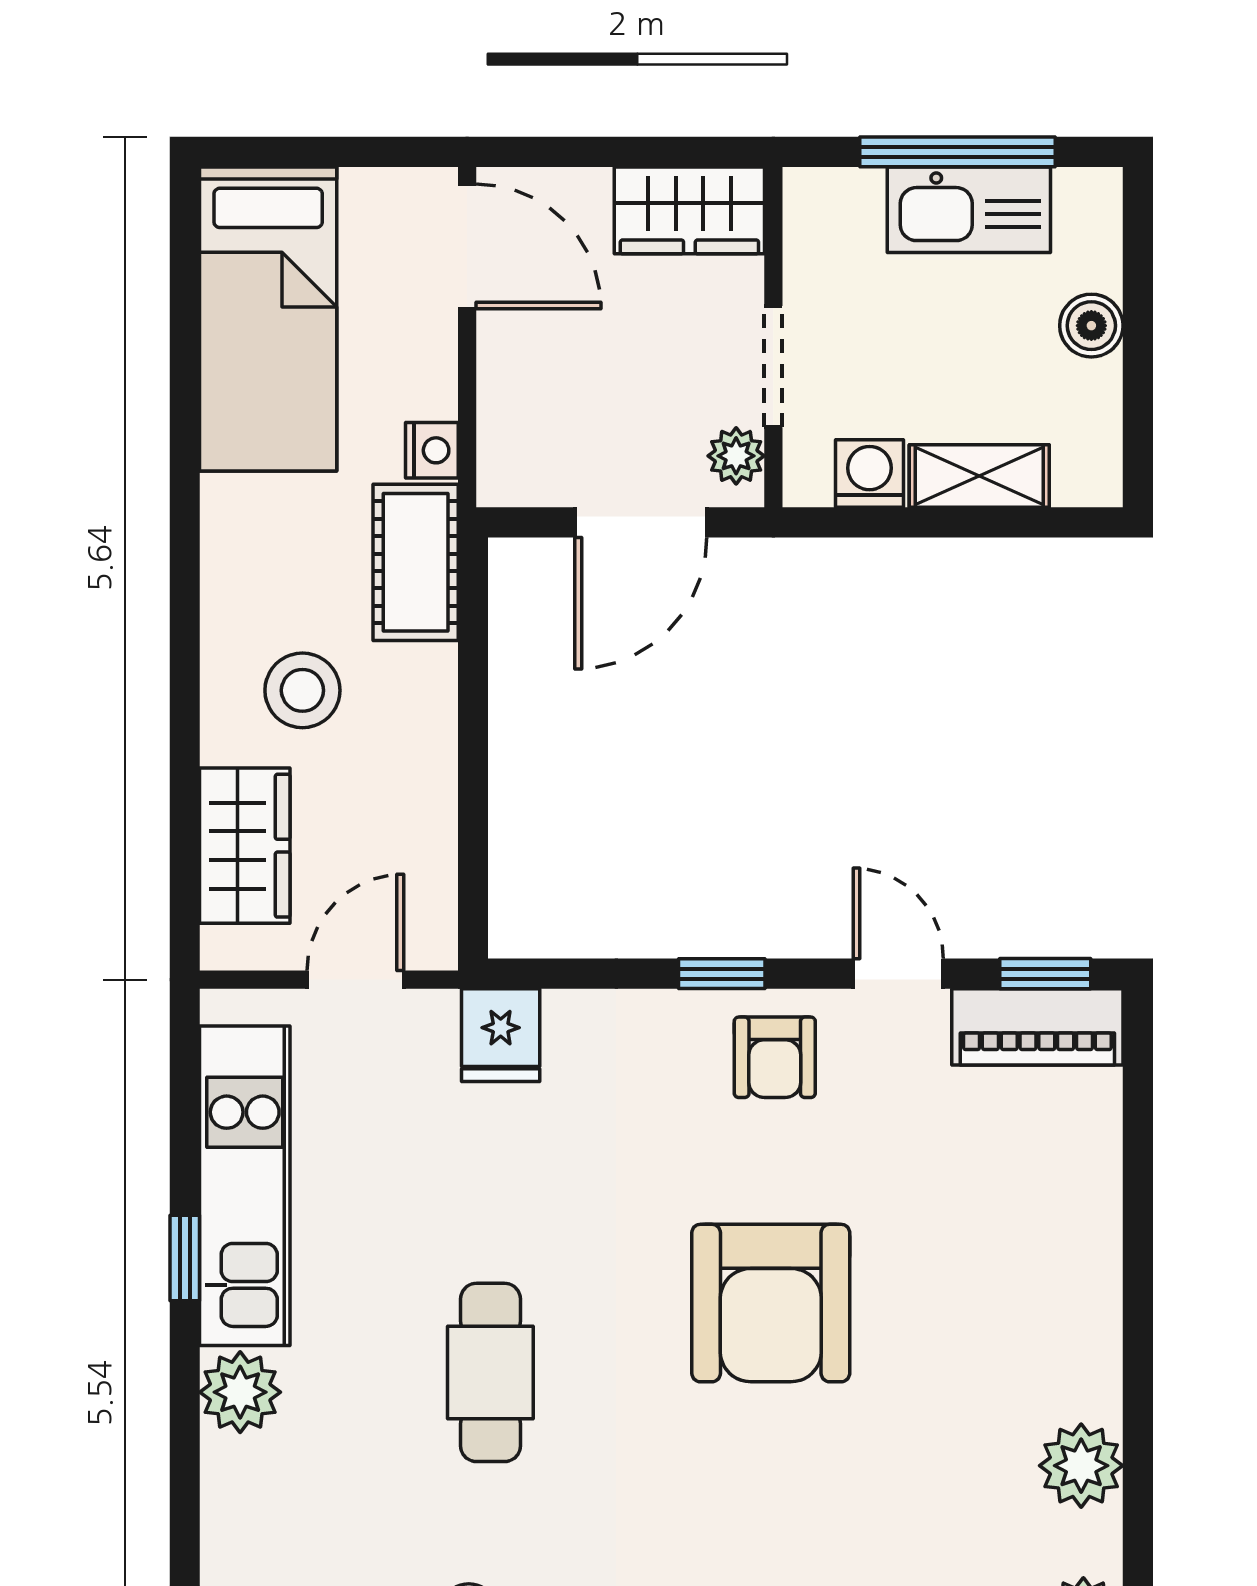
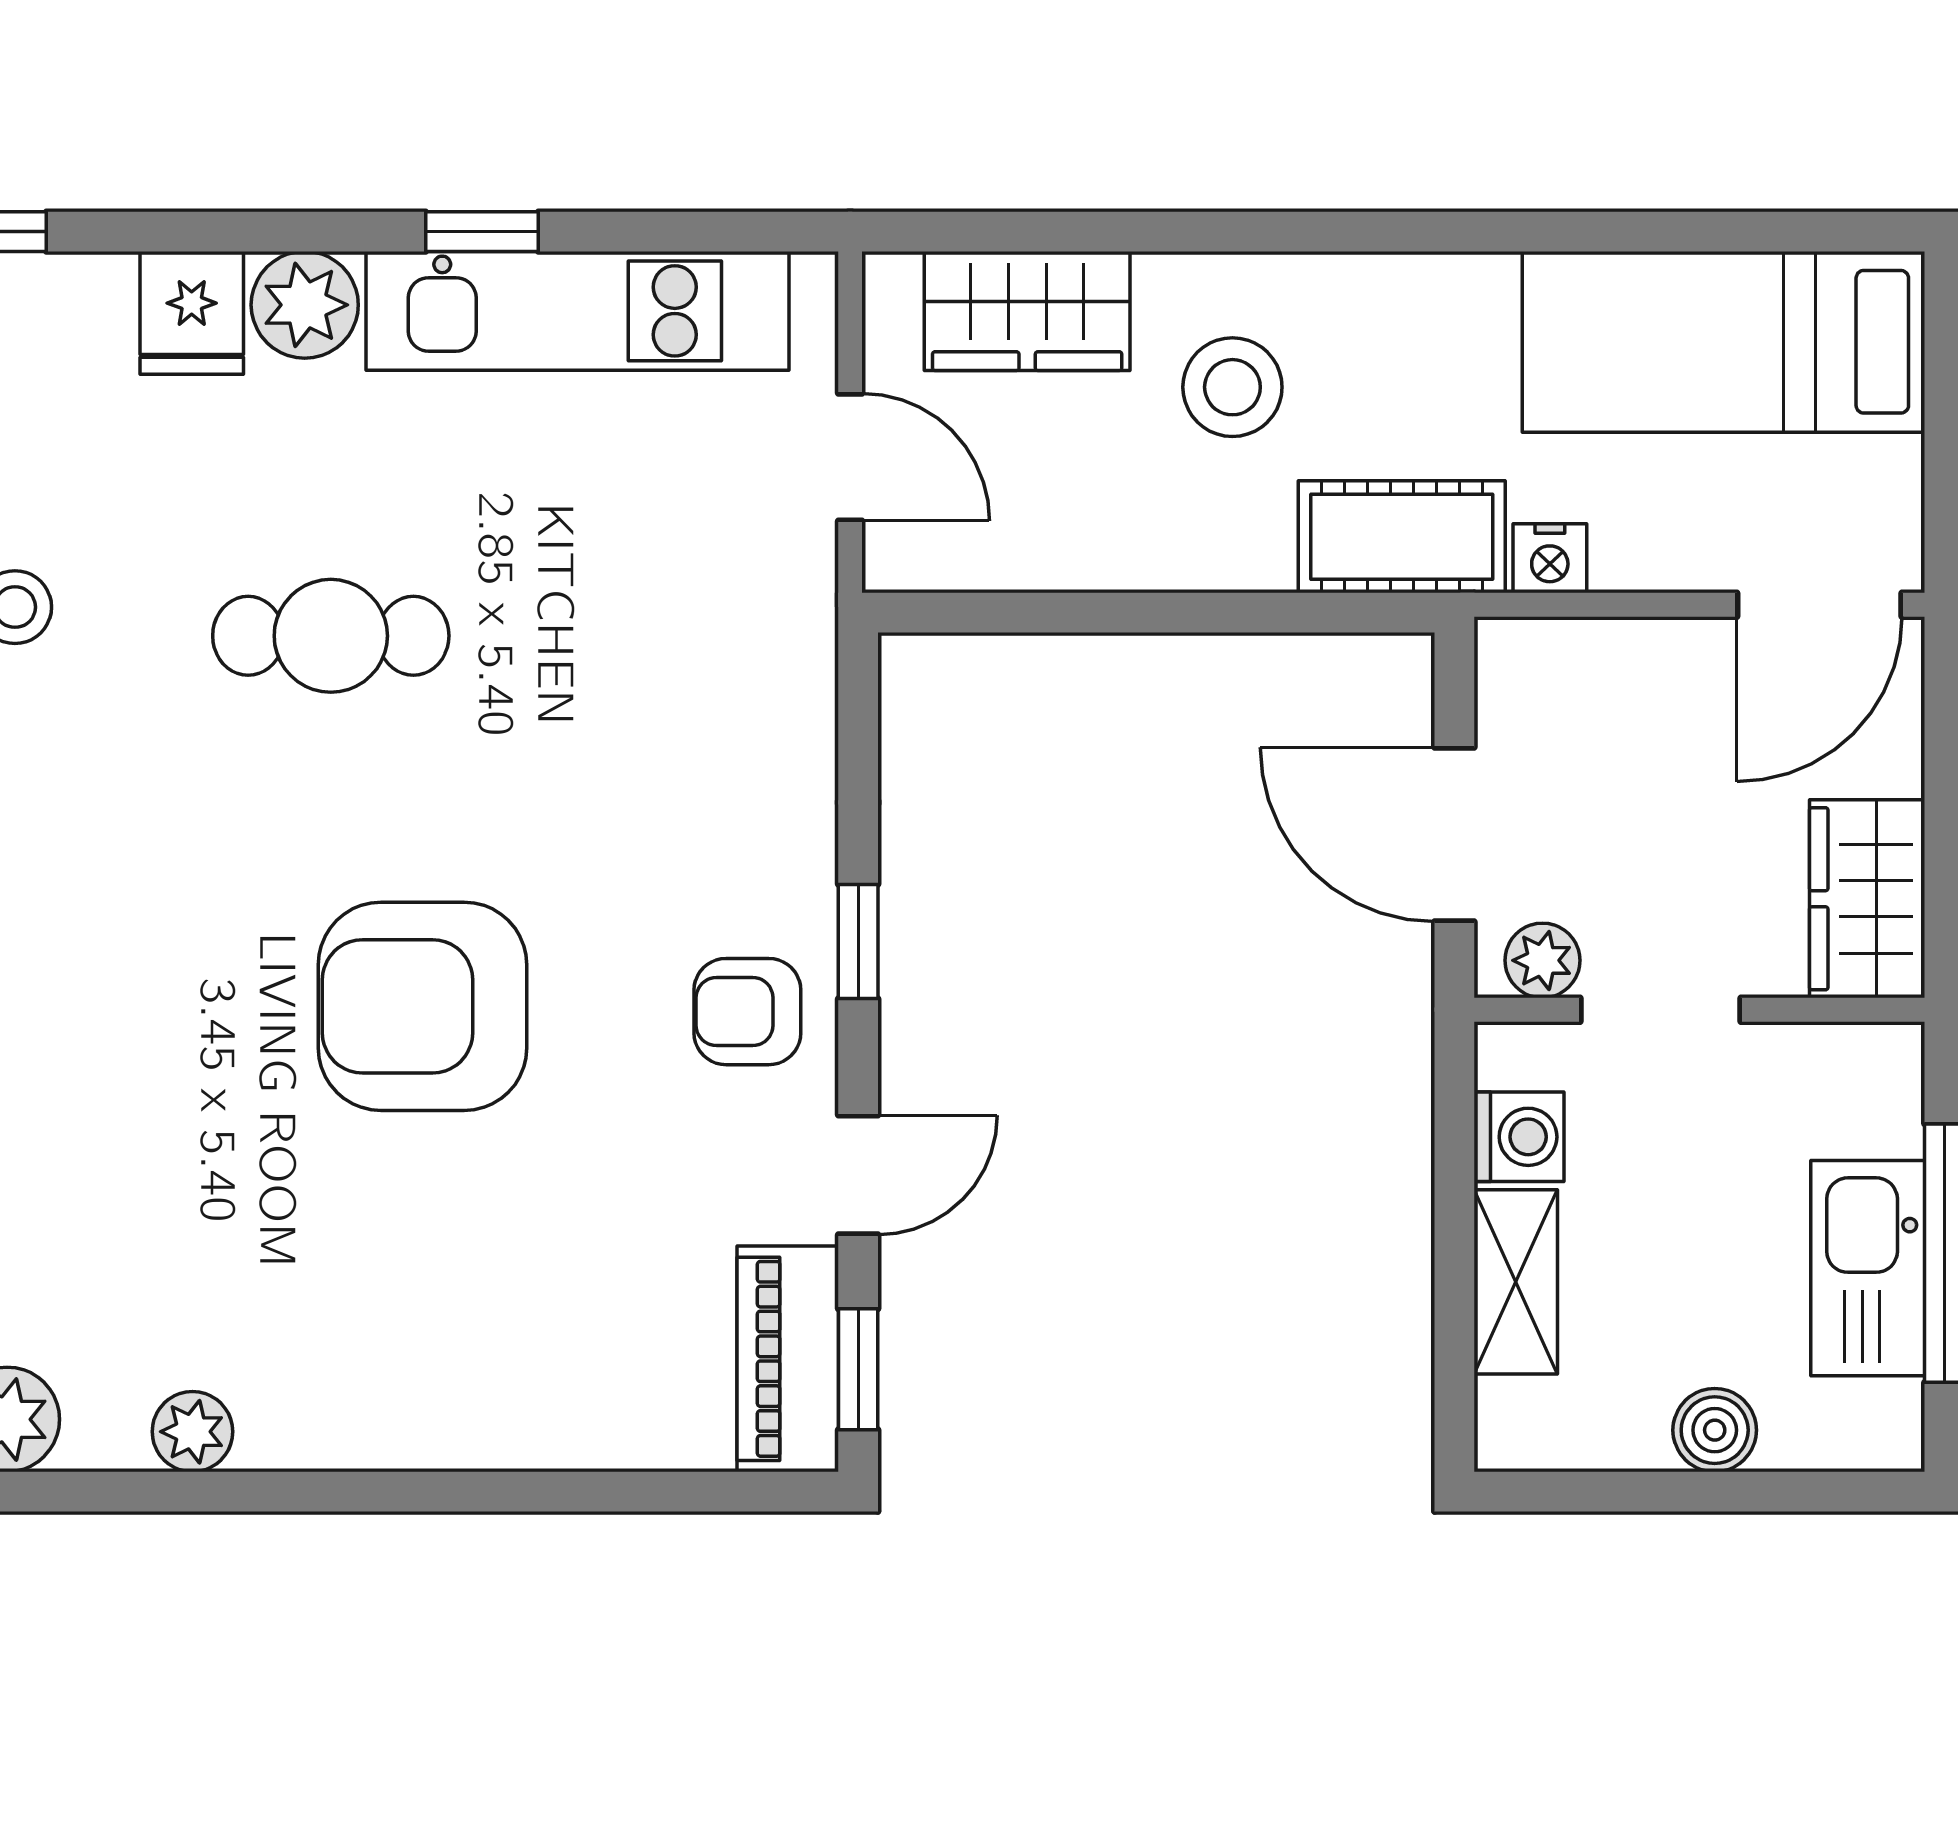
fridge: (501, 1035) -> (192, 313), moved, turned -90
plant: (1081, 1466) -> (192, 1432), width x0.73, depth x0.73

